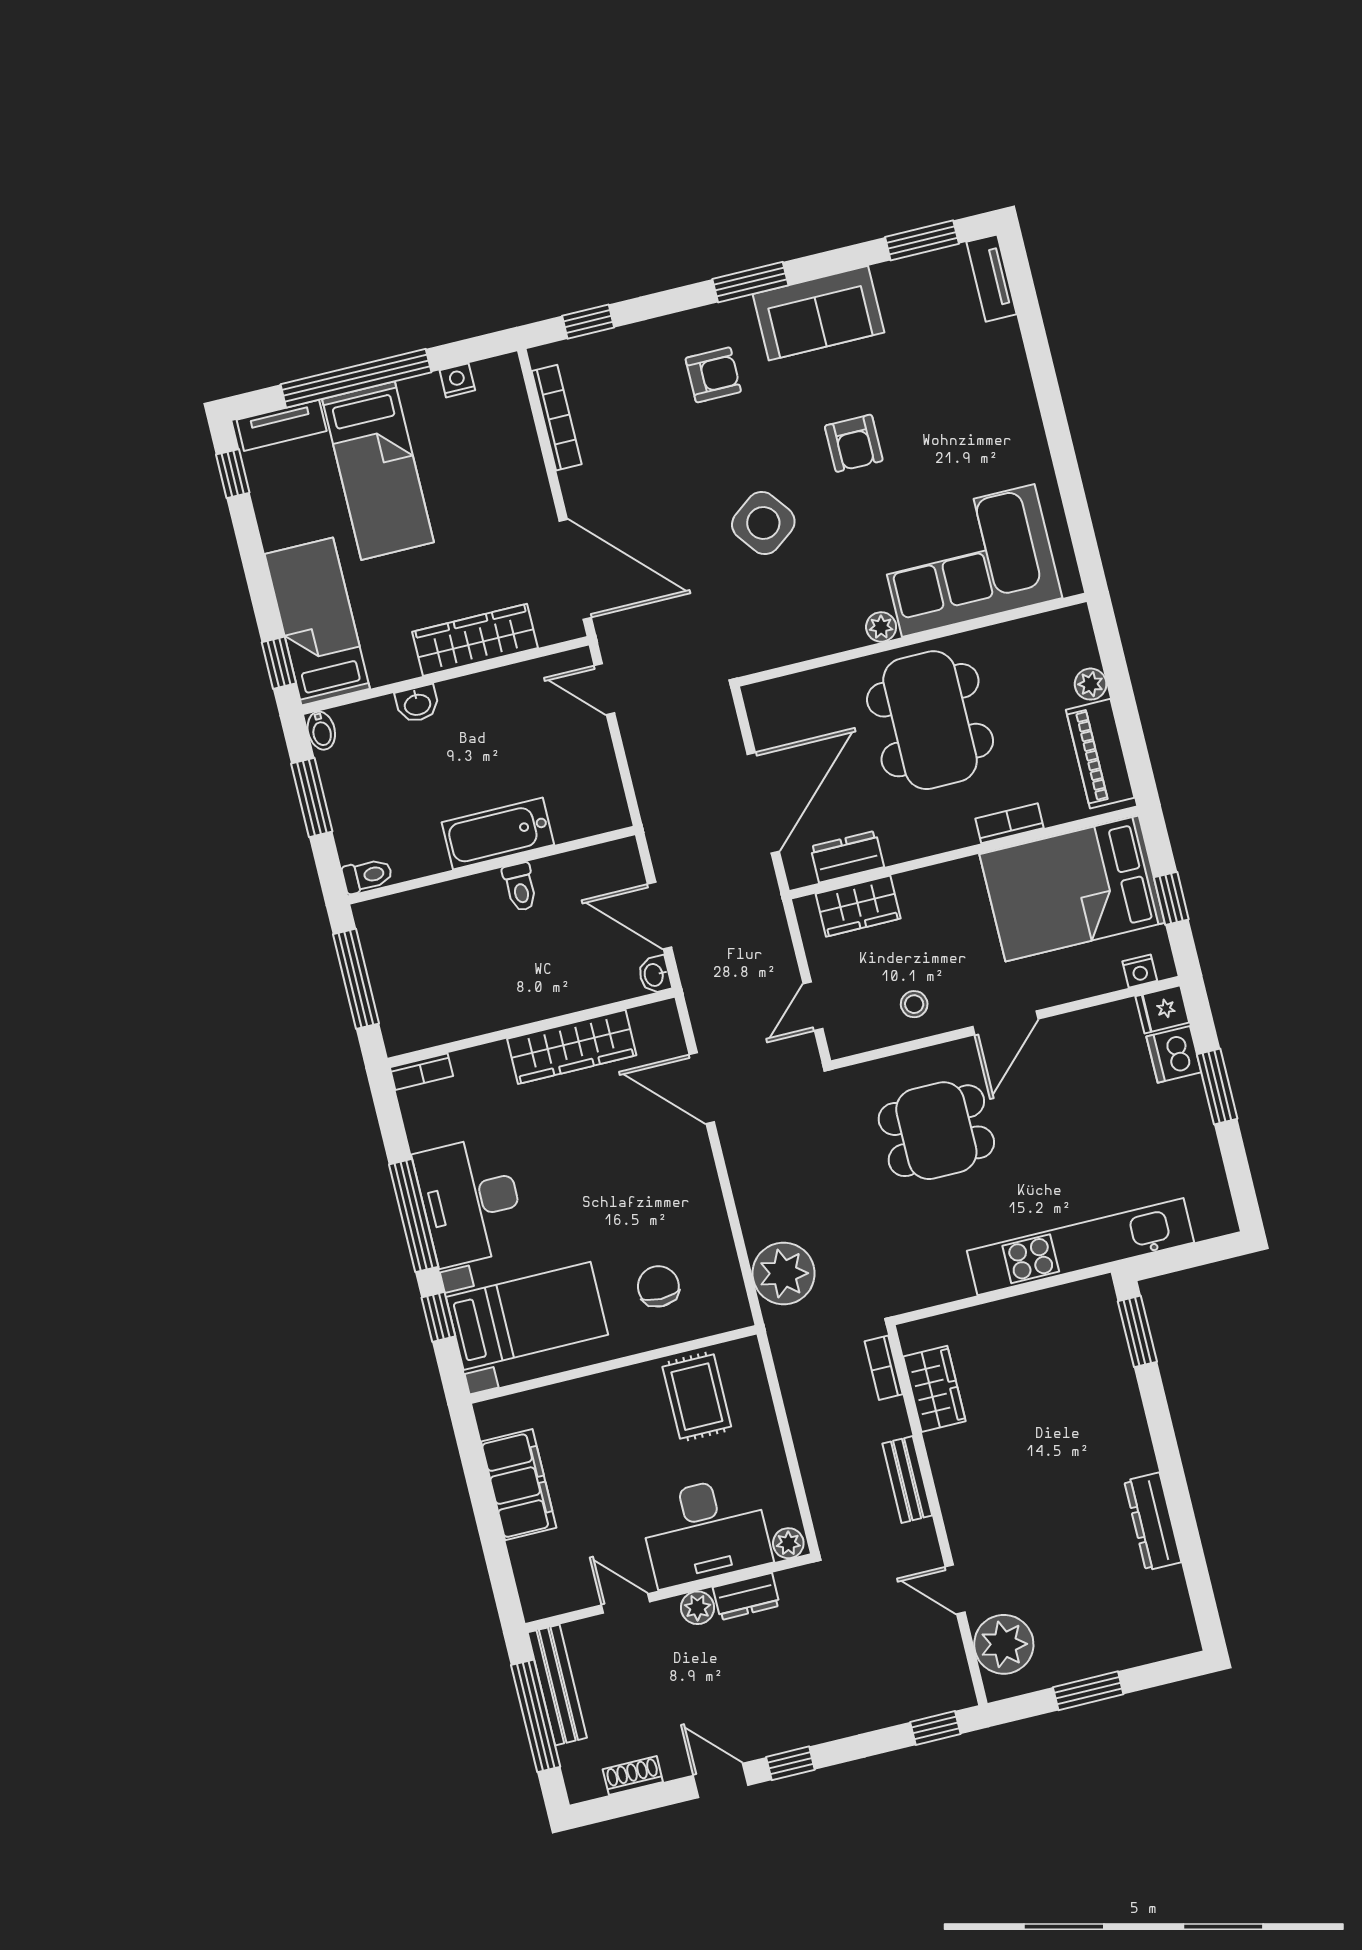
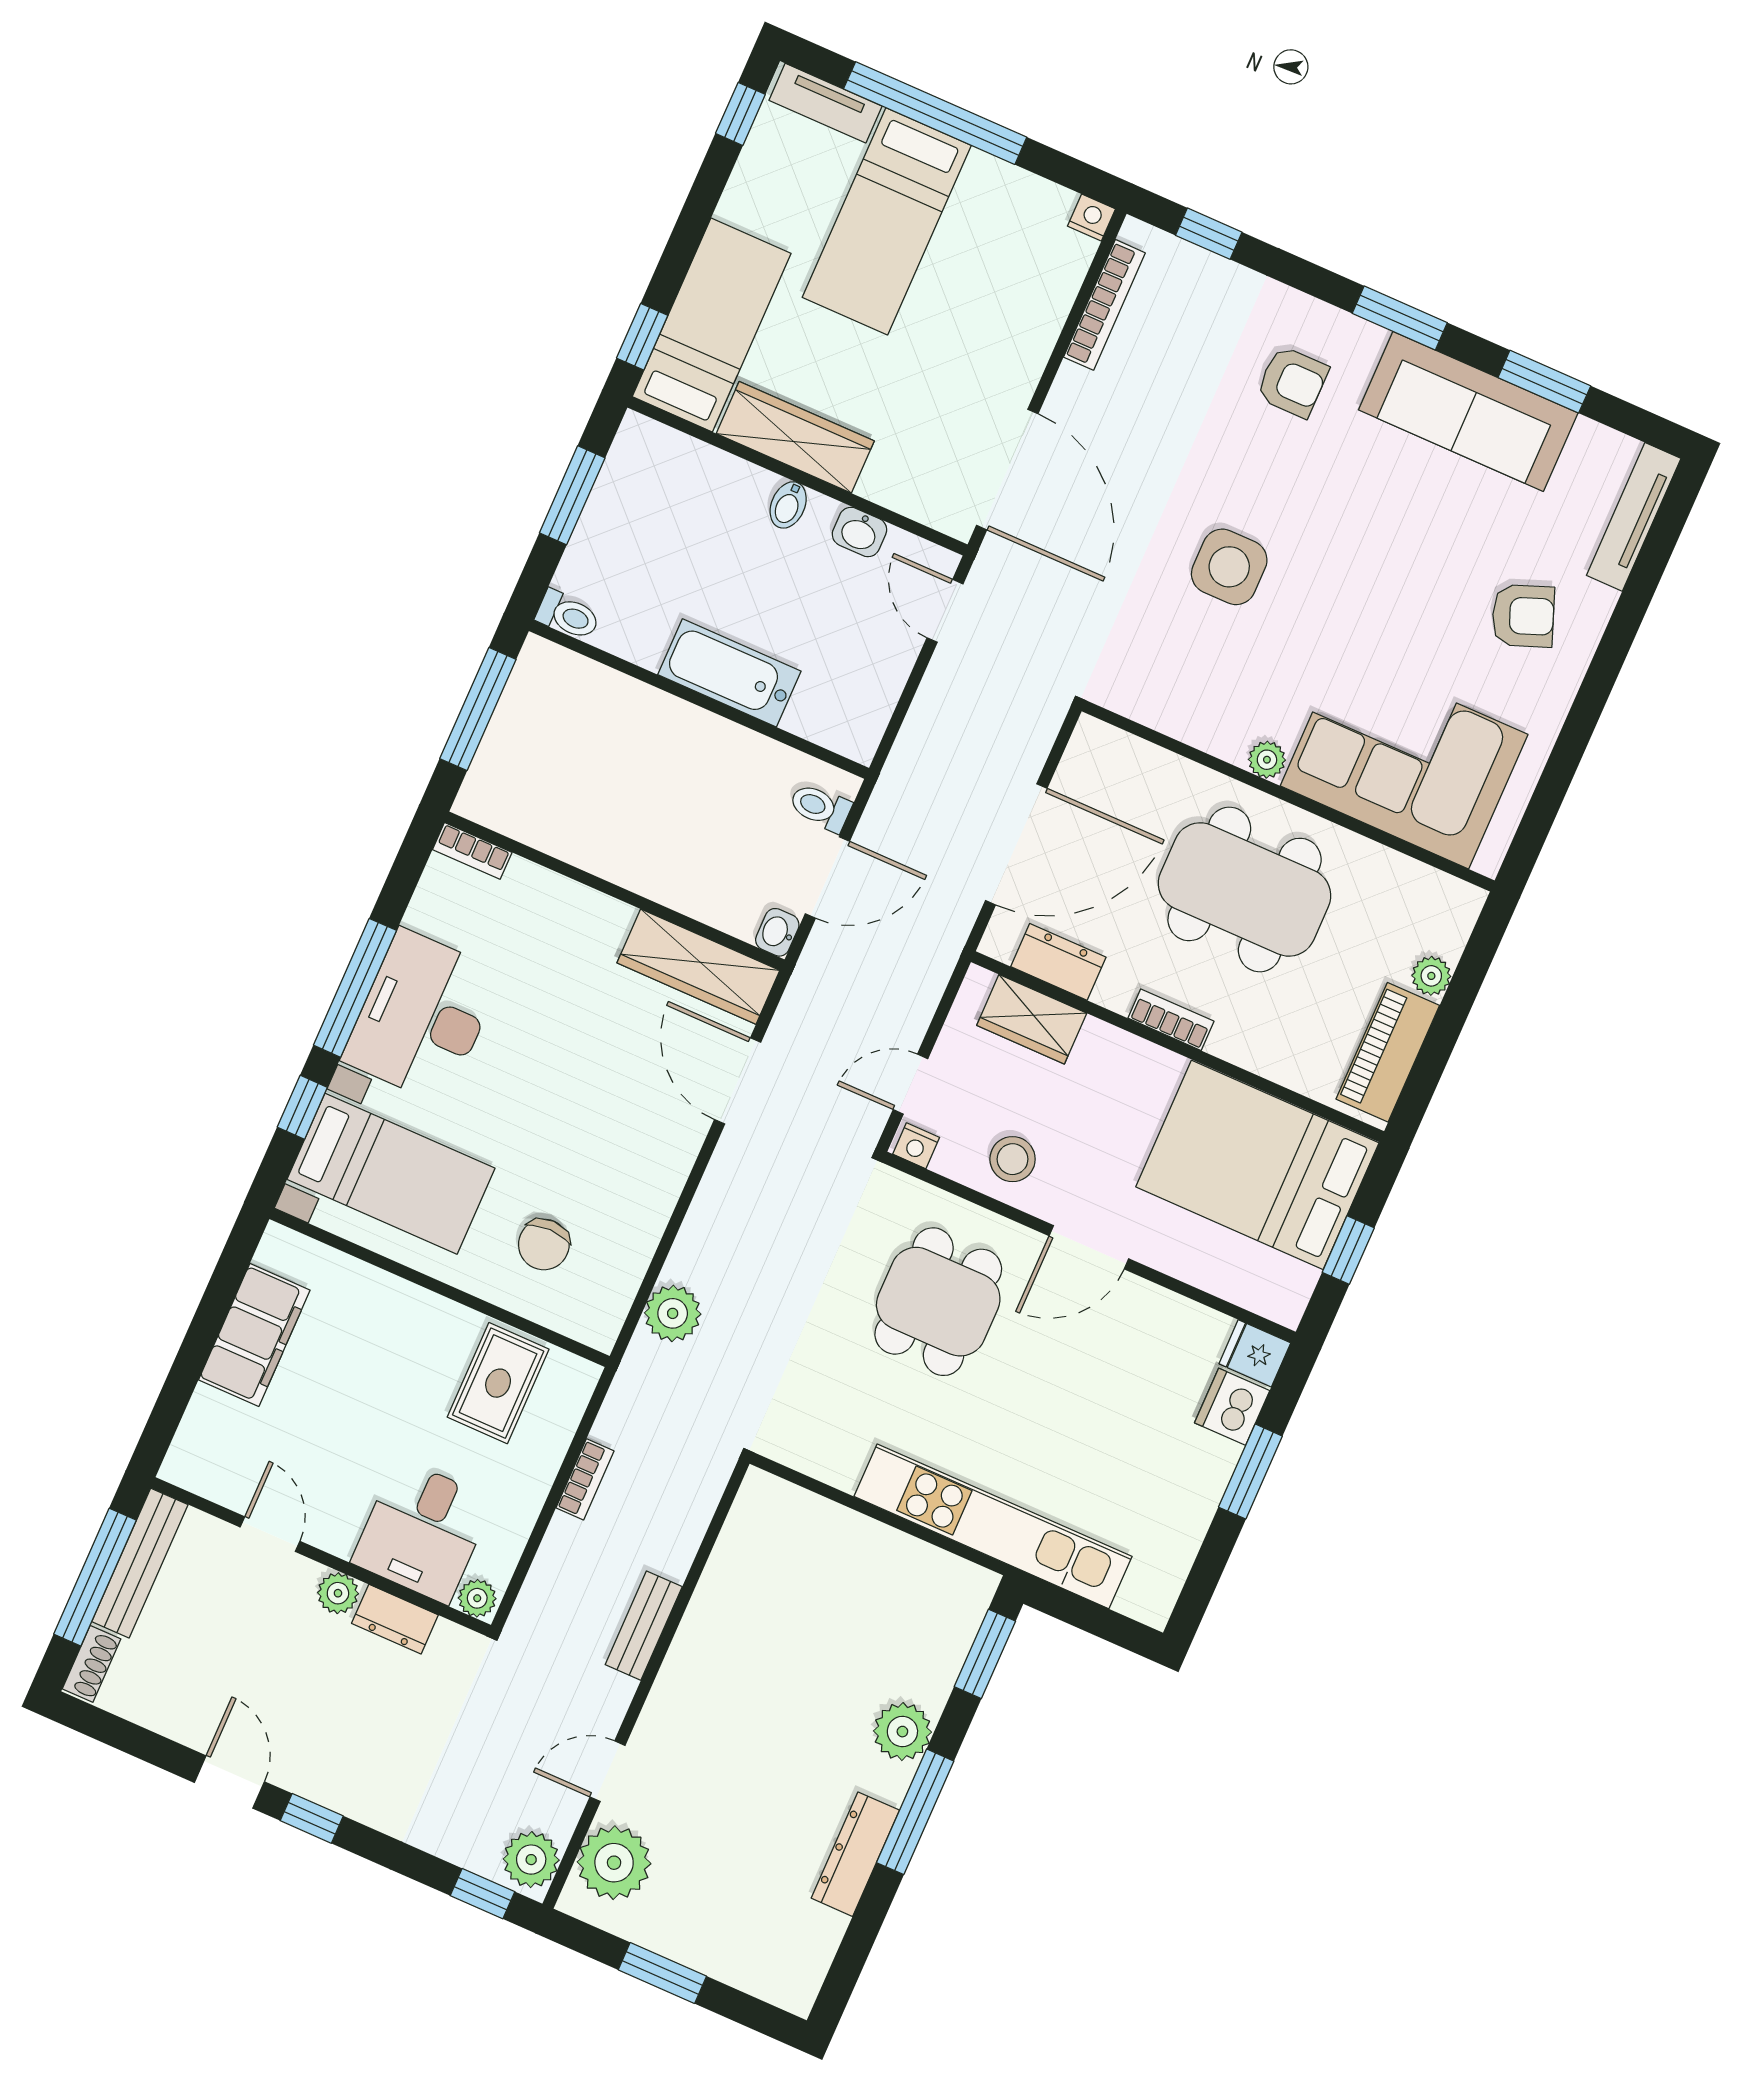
window: (922, 240) -> (1544, 382), moved
tv unit: (992, 278) -> (1634, 517), width x1.41
sofa: (818, 313) -> (1468, 411), width x1.36
nightstand: (457, 380) -> (1091, 218), moved
armchair: (854, 443) -> (1523, 616), moved, turned -111
side table: (763, 523) -> (1229, 567), turned 37
wardrobe: (475, 640) -> (795, 437), moved
washbasin: (417, 704) -> (859, 532), moved
dining table: (930, 720) -> (1245, 889), turned 90
bidet: (321, 731) -> (788, 505), moved
bookcase: (1009, 823) -> (1171, 1020), moved
toilet: (520, 887) -> (820, 807), moved, turned 90
door: (660, 916) -> (827, 878), swing flipped
nightstand: (1140, 971) -> (916, 1146), moved
stool: (914, 1004) -> (1013, 1159), width x1.37, depth x1.37
wardrobe: (572, 1047) -> (698, 967), moved
dining table: (936, 1131) -> (938, 1302), turned 90
plant: (784, 1273) -> (673, 1313), width x0.73, depth x0.73
chair: (658, 1286) -> (544, 1244), turned 180
bookcase: (884, 1368) -> (585, 1479), moved, turned 180
wardrobe: (934, 1389) -> (740, 1556), removed
plant: (1123, 1421) -> (902, 1732), added
window: (1170, 1465) -> (915, 1812), added
desk: (705, 1531) -> (423, 1531), width x0.73
door: (955, 1589) -> (607, 1771), hinge flipped
plant: (950, 1683) -> (531, 1860), added
shoe rack: (633, 1776) -> (92, 1664), moved, turned 90

